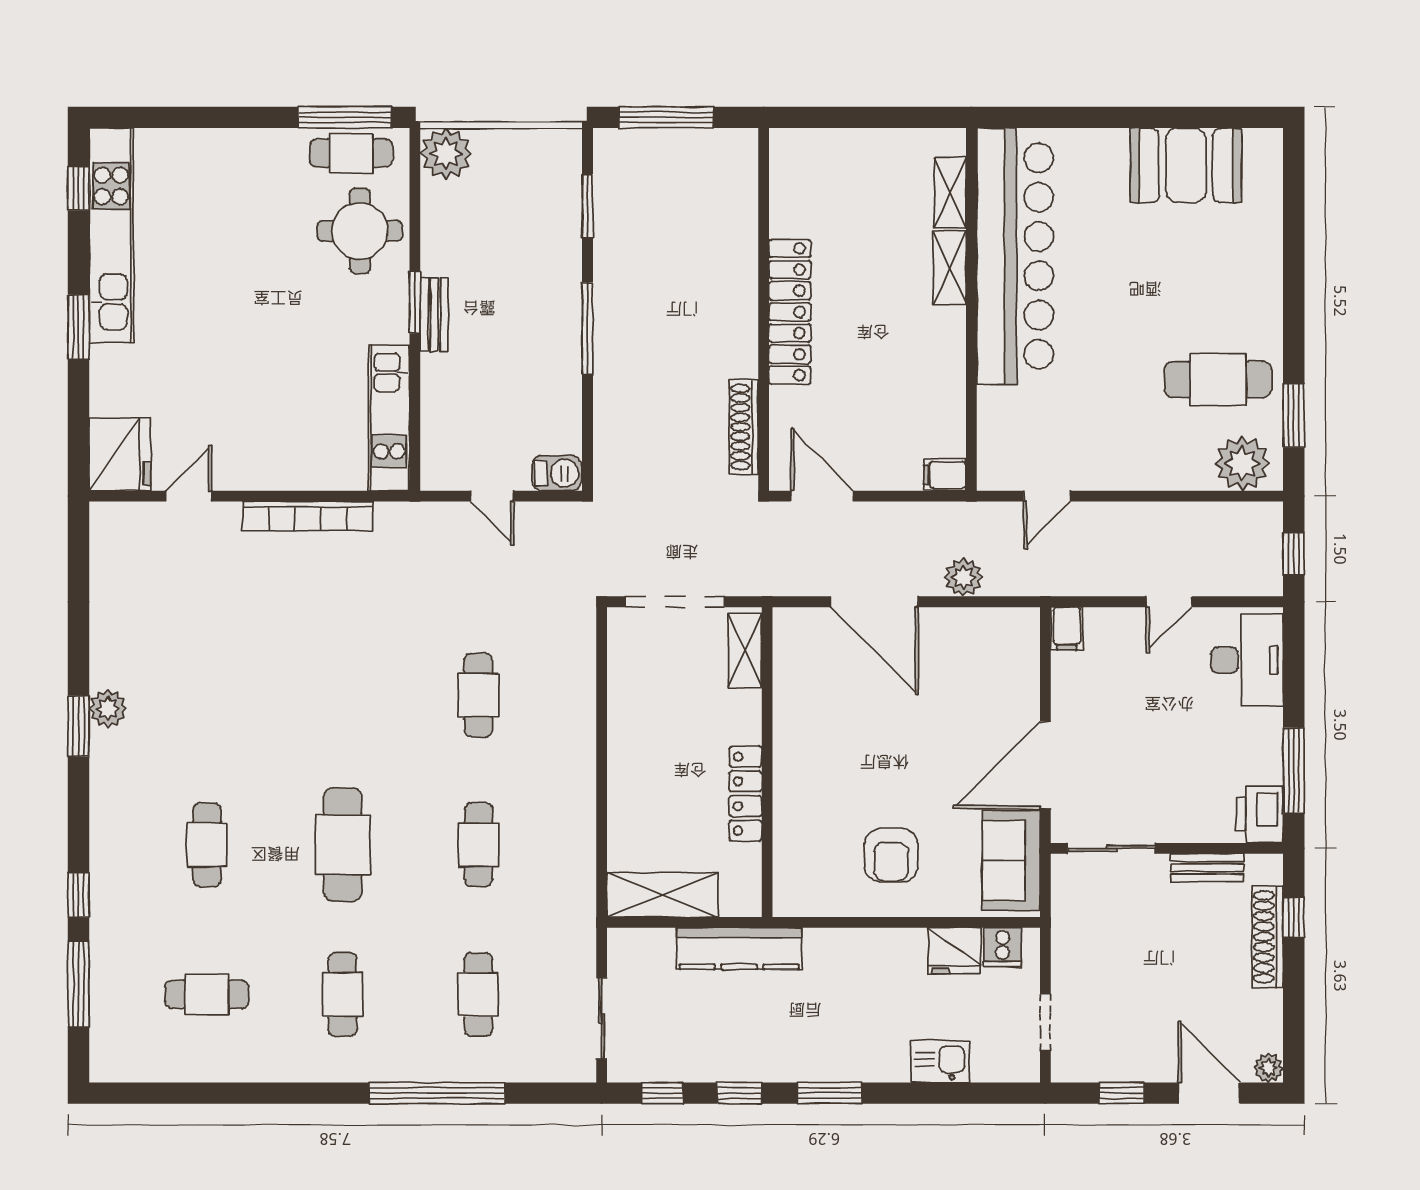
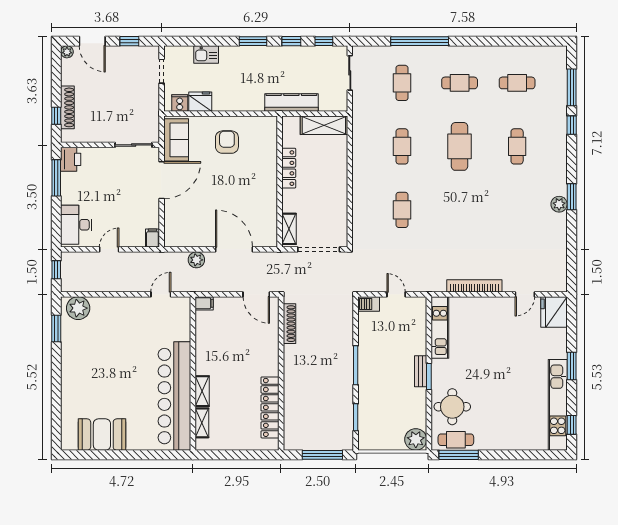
locker: (790, 312) -> (270, 407), moved
cafe table: (1218, 379) -> (88, 344), removed
bench: (1207, 868) -> (93, 137), removed
cafe table: (343, 994) -> (460, 83), turned 90

